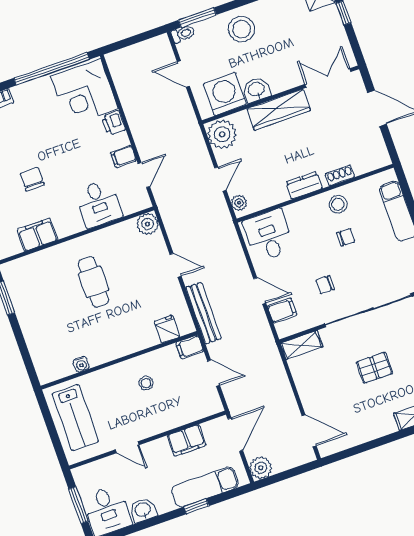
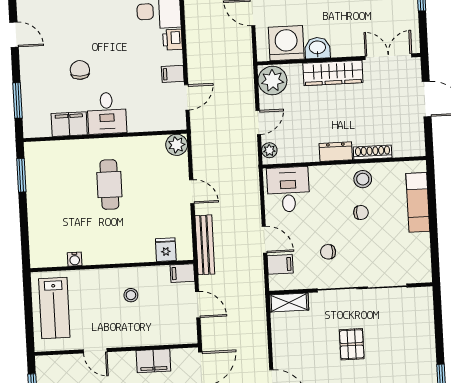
shoe rack: (340, 175) -> (373, 152), width x1.43
desk: (98, 204) -> (107, 113), moved
pallet: (374, 368) -> (352, 344), turned 90

